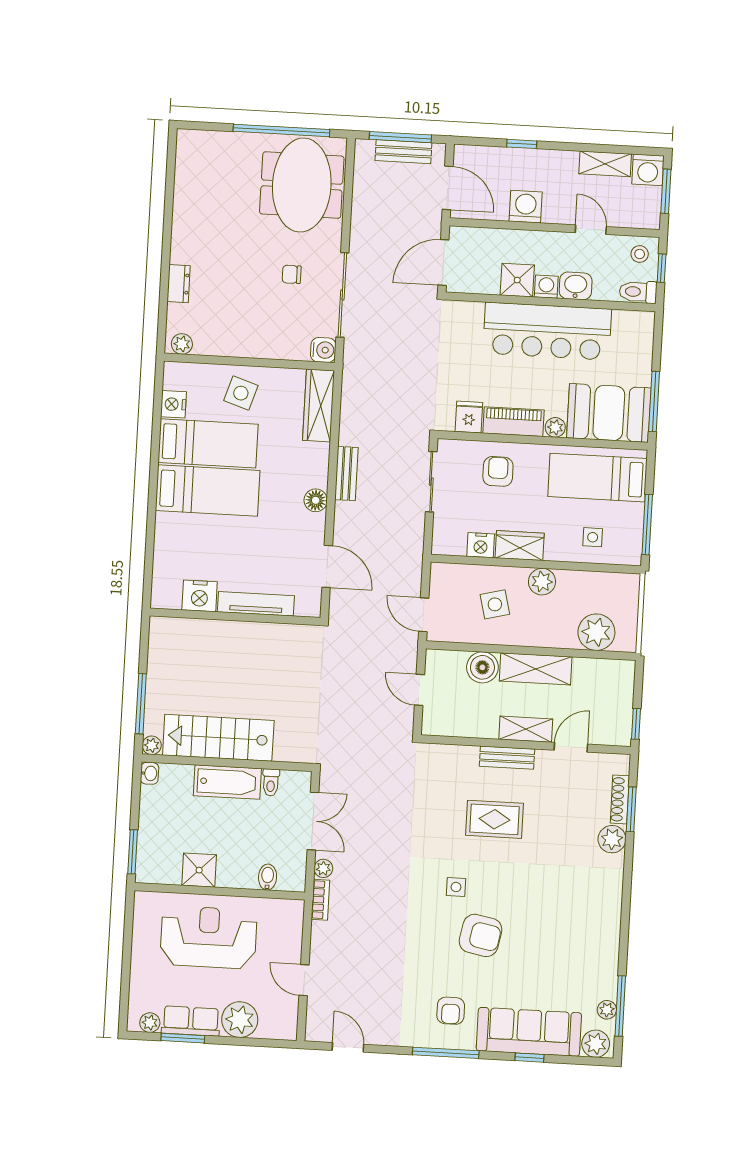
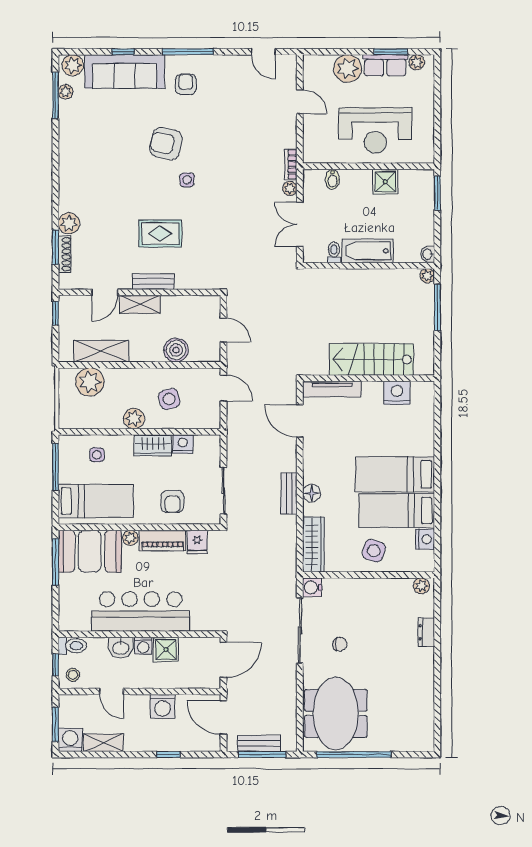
floor lamp: (316, 500) -> (312, 493), moved
tv unit: (256, 604) -> (332, 389), moved
shelving: (536, 669) -> (101, 351), moved
stairs: (218, 738) -> (371, 360), moved, turned 180

